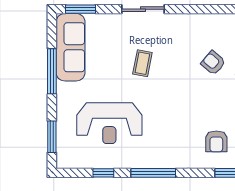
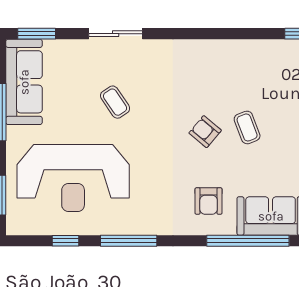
coffee table: (142, 63) -> (115, 102), turned -45
armchair: (213, 63) -> (205, 132), moved
reception desk: (109, 123) -> (73, 178), width x1.36, depth x1.30

